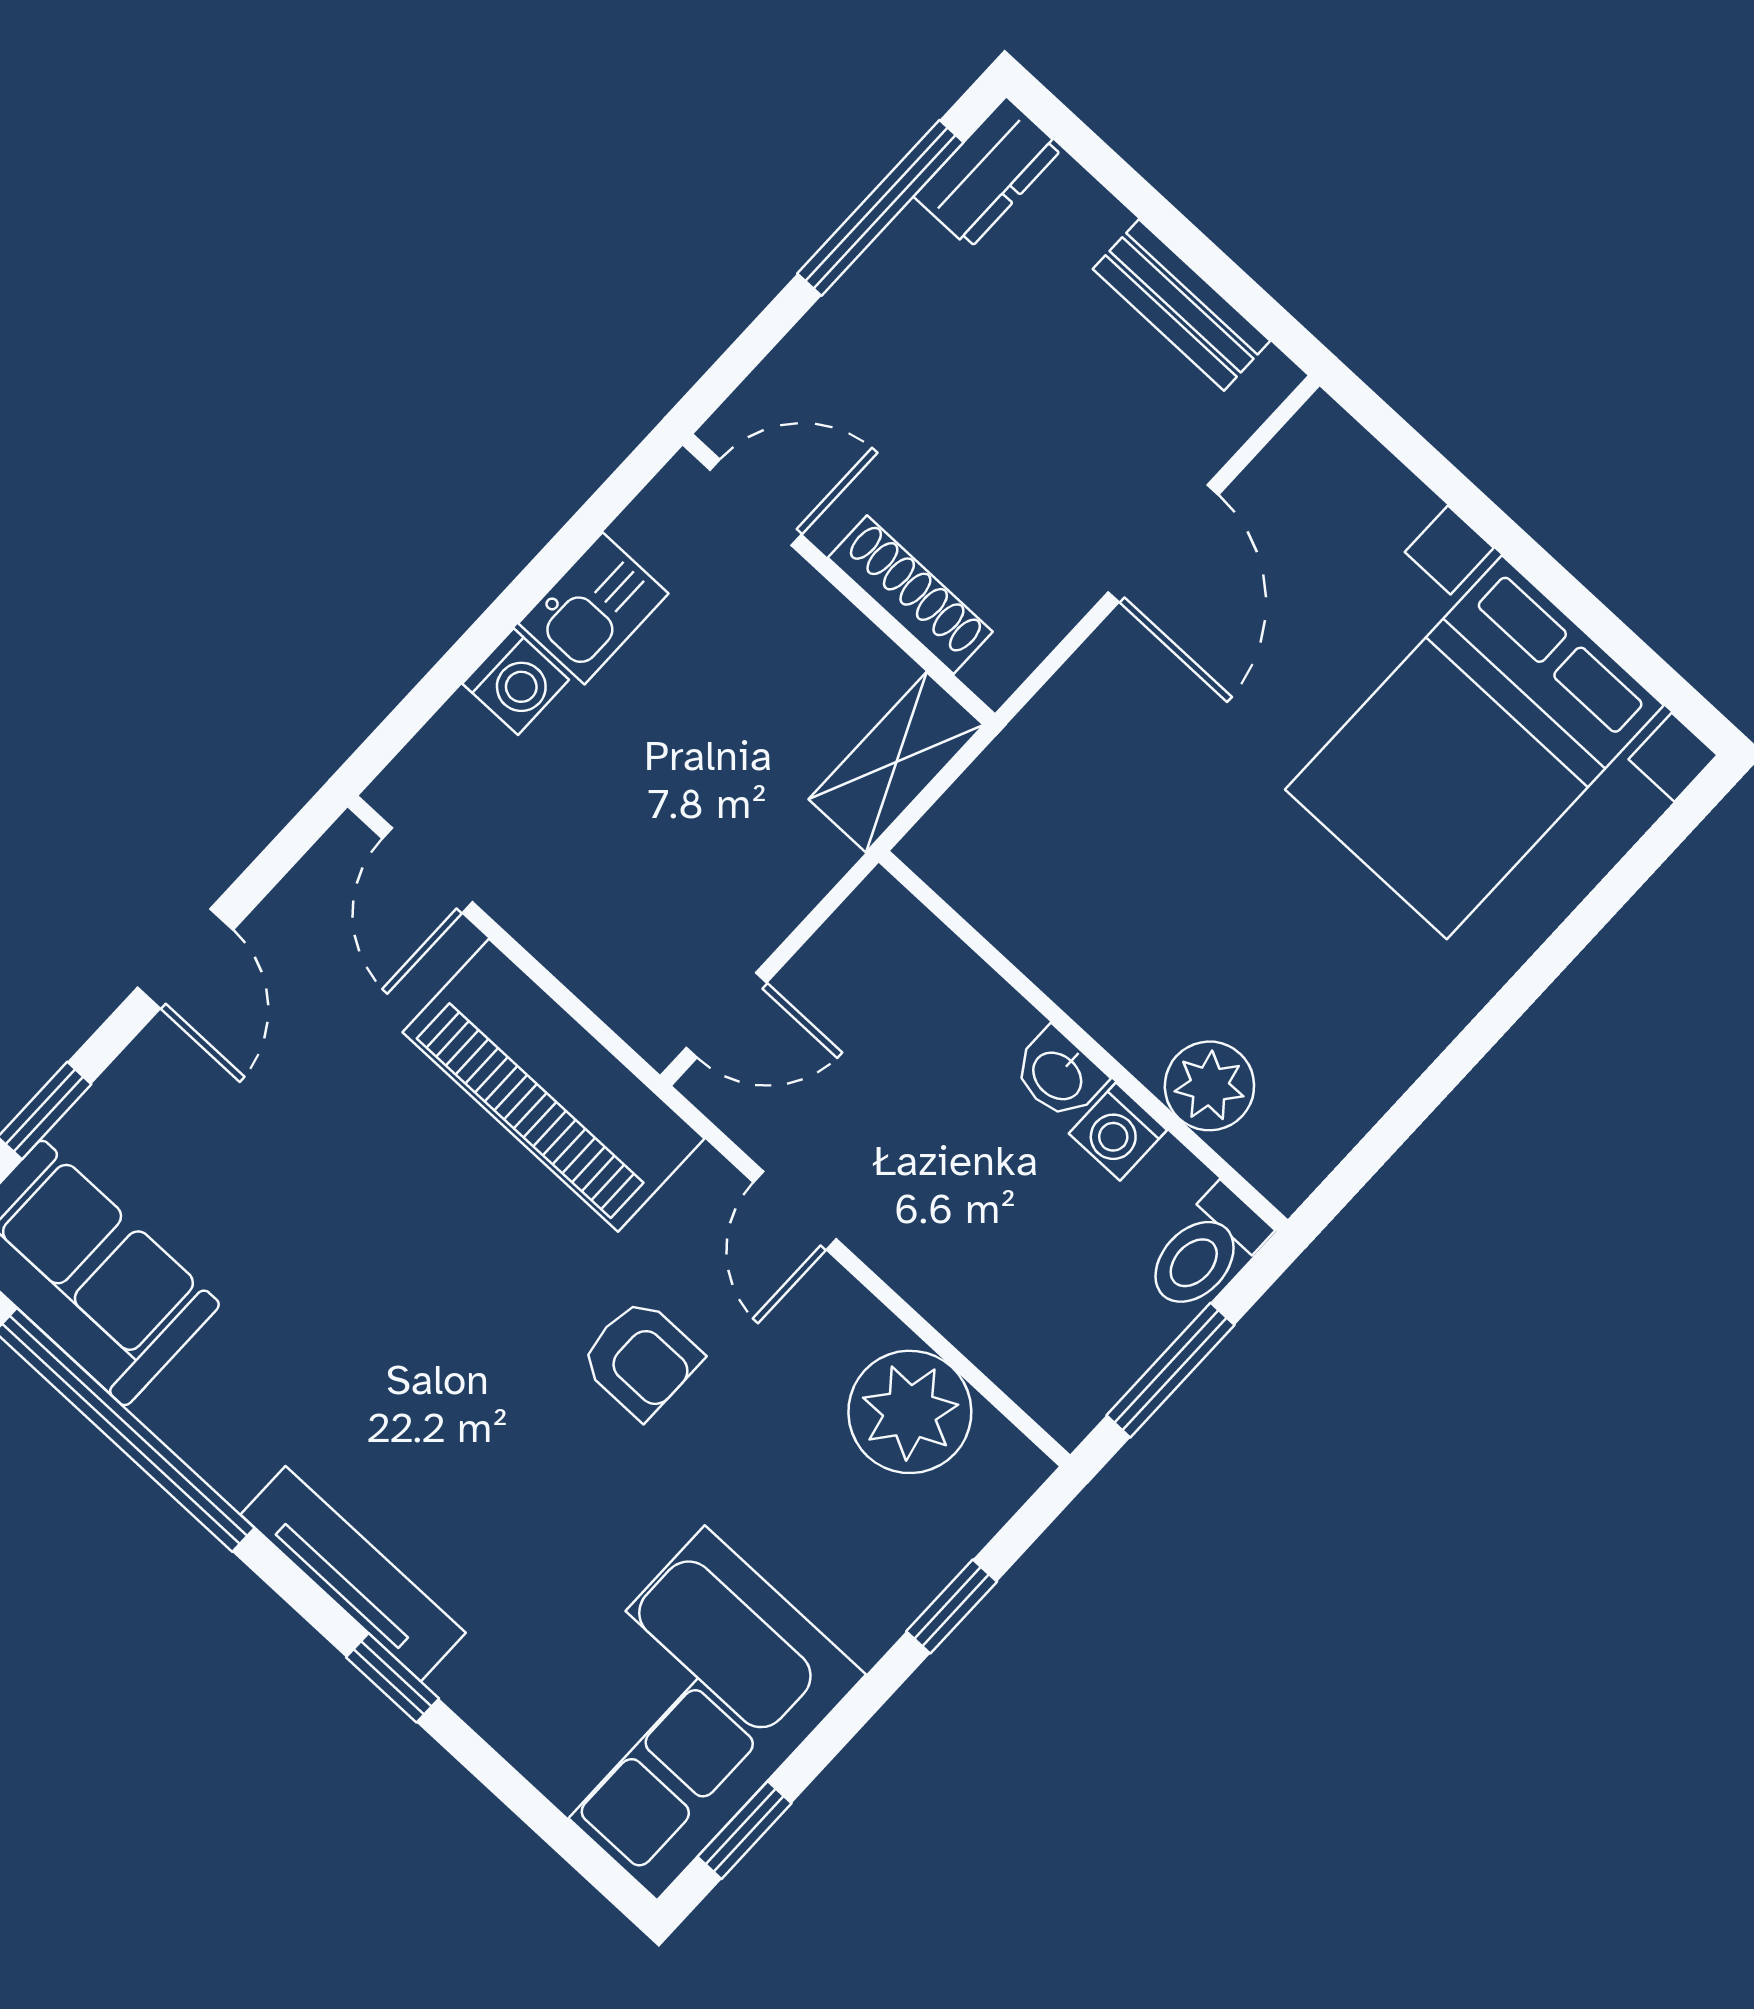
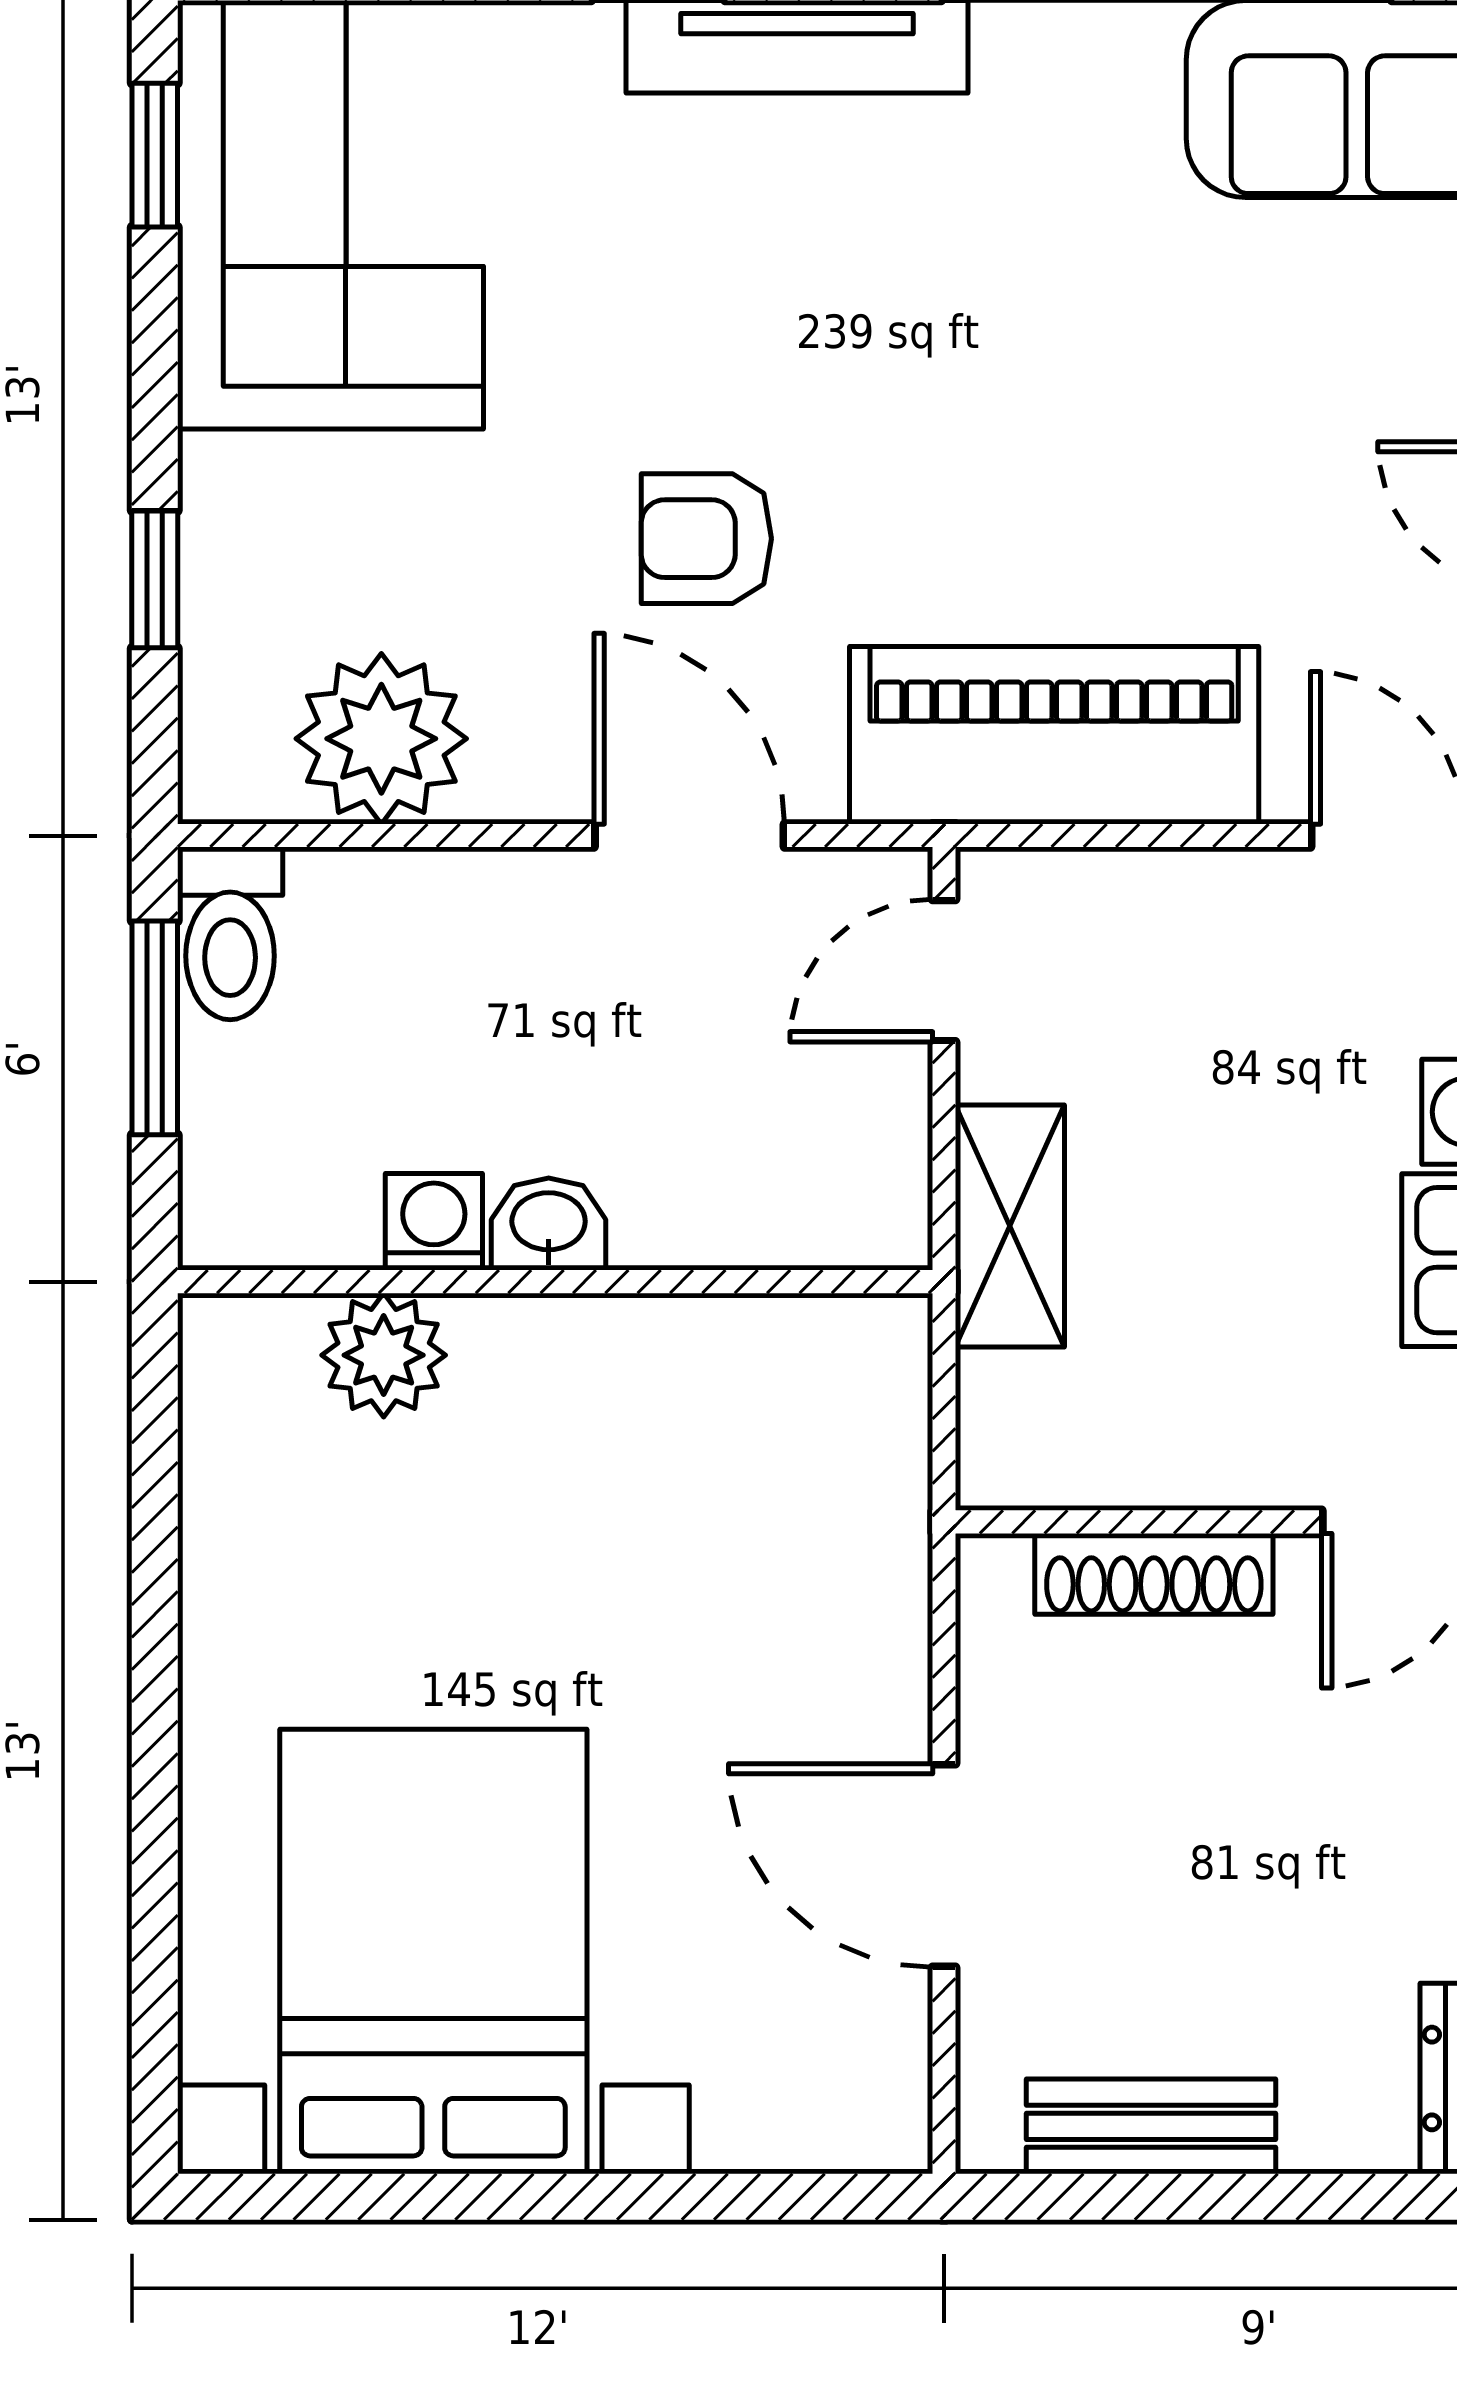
shelving: (896, 762) -> (1010, 1226), moved
door: (795, 1211) -> (689, 836), width x1.38
toilet: (1206, 1250) -> (230, 933), moved, turned 180

